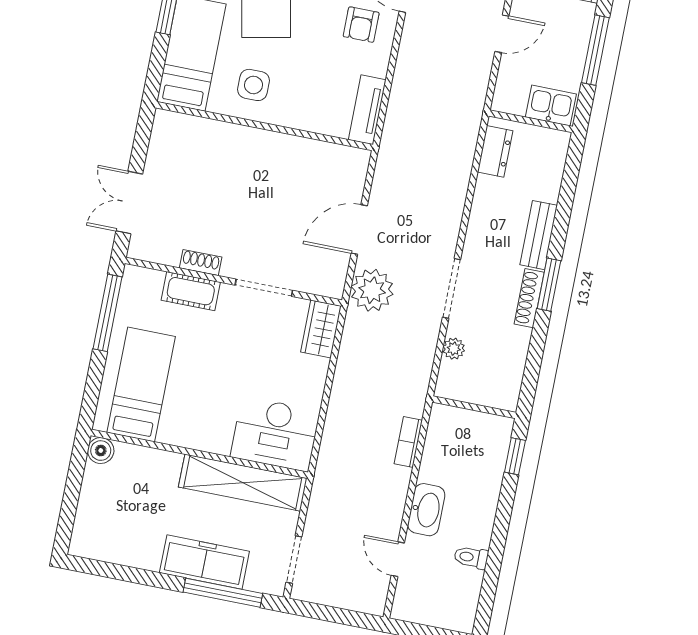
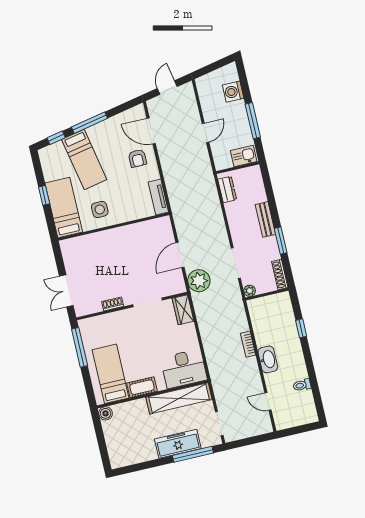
cot: (191, 291) -> (142, 387), moved
shoe rack: (529, 298) -> (280, 275), moved
wall: (474, 407) -> (267, 294), moved
washbasin: (426, 510) -> (268, 359), moved

